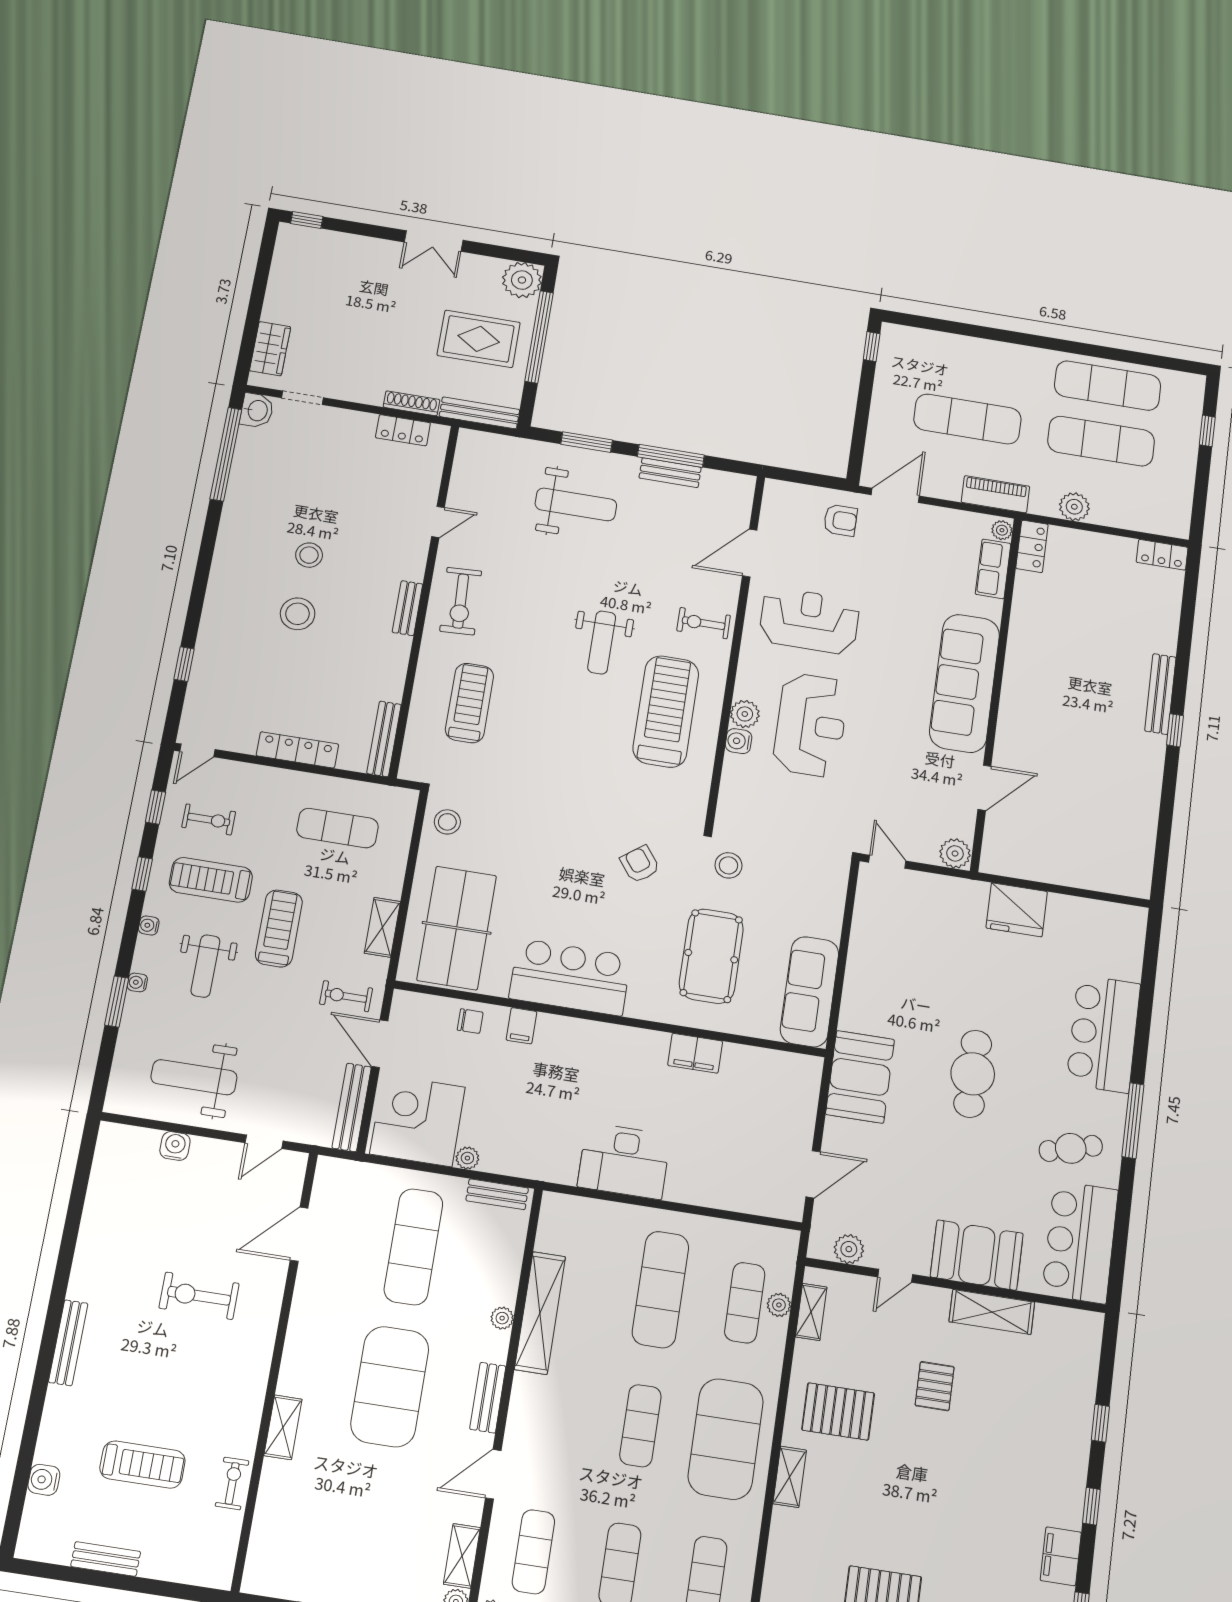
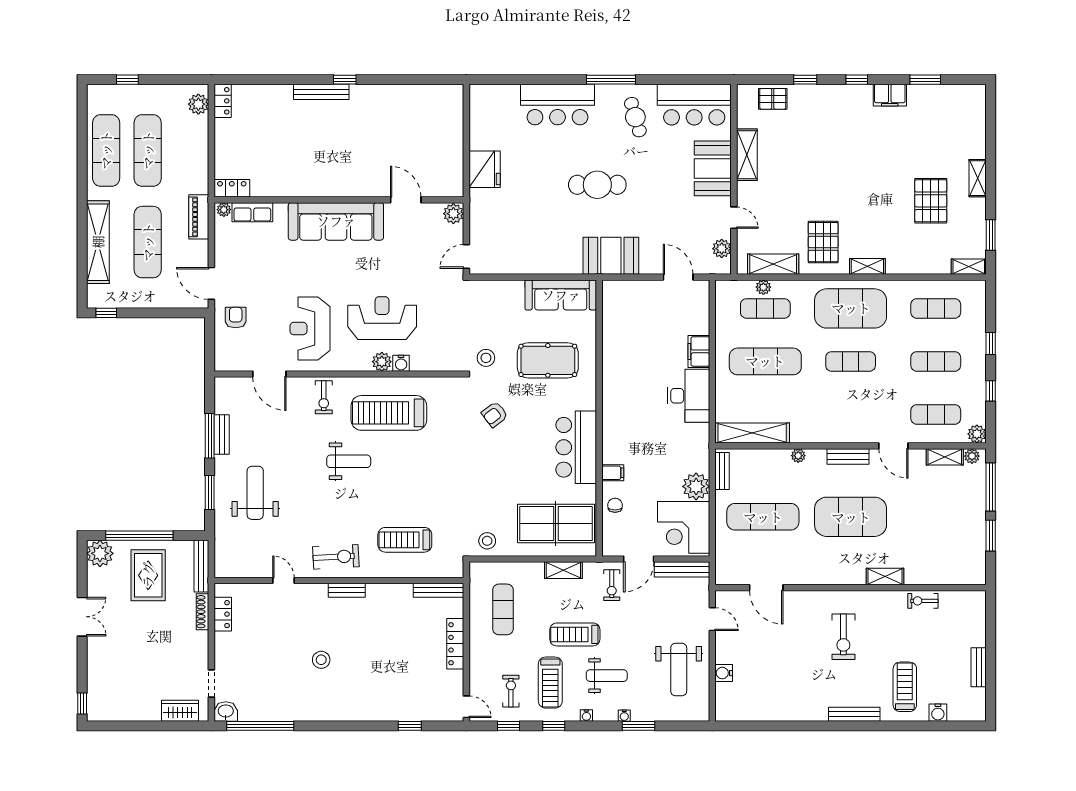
shelving: (976, 353) -> (98, 242), added
plant: (1074, 507) -> (198, 104), moved
stool: (298, 614) -> (363, 660), removed
filing cabinet: (695, 1053) -> (699, 351), moved, turned 180
plant: (467, 1158) -> (696, 486), width x1.88, depth x1.88
exercise bike: (199, 1296) -> (843, 637), moved
shelving: (811, 1312) -> (773, 264), width x1.50, depth x1.33
shelving: (540, 1313) -> (752, 433), moved
pallet: (935, 1386) -> (773, 99), moved
treadmill: (142, 1465) -> (905, 687), moved

